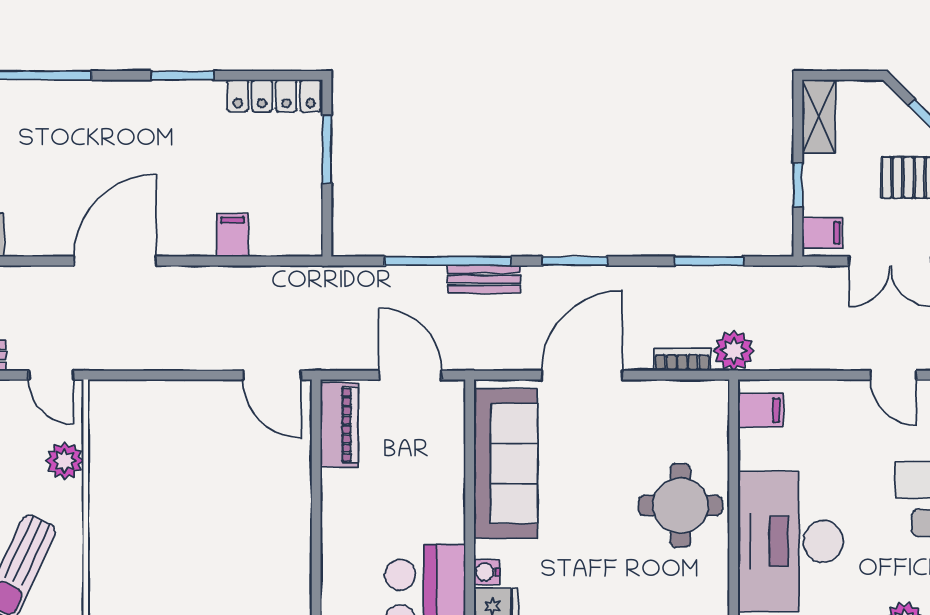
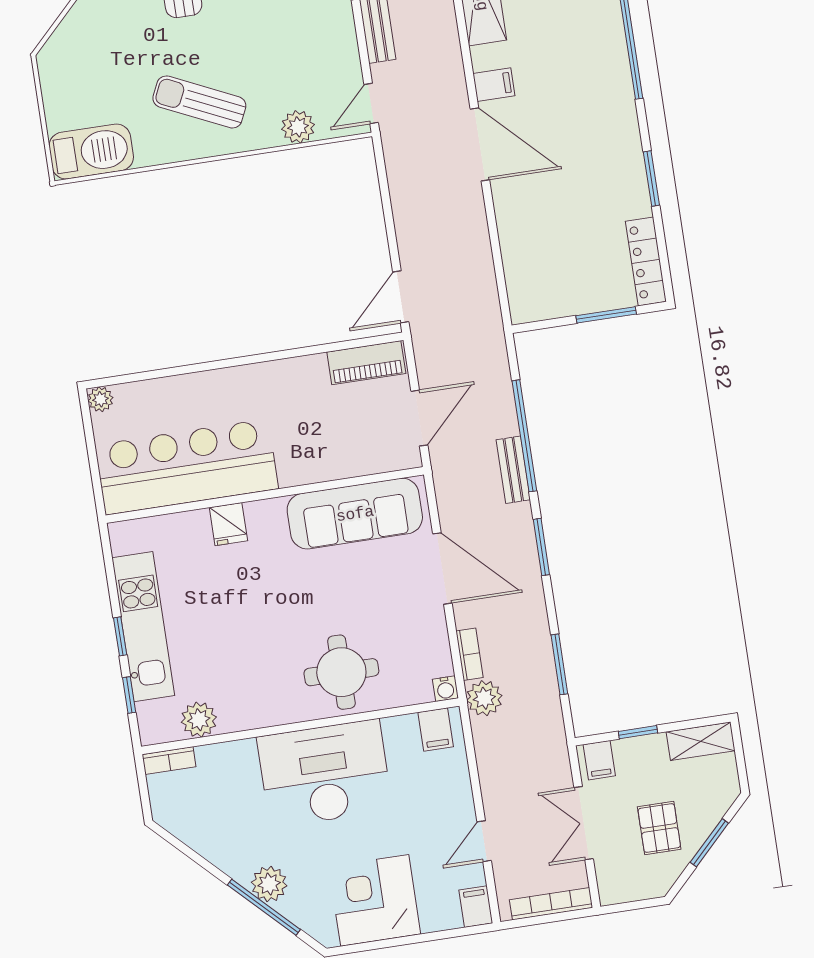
filing cabinet: (233, 235) -> (494, 85), moved
water cooler: (487, 572) -> (445, 689), moved, turned 180

